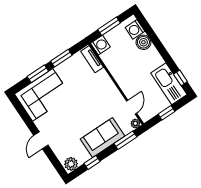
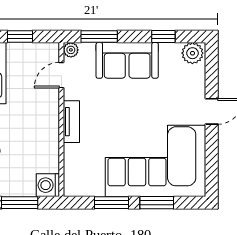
tv unit: (92, 59) -> (71, 122), moved
corner sofa: (43, 95) -> (156, 161), width x1.36, depth x1.36

